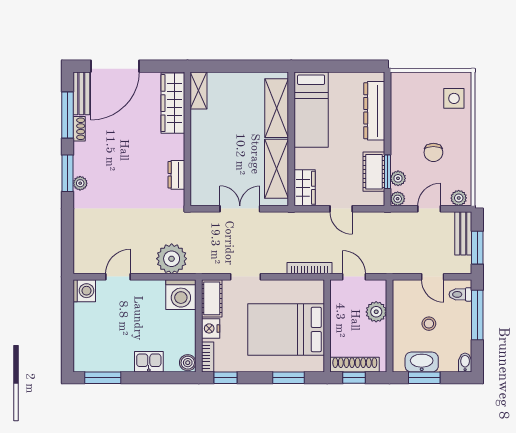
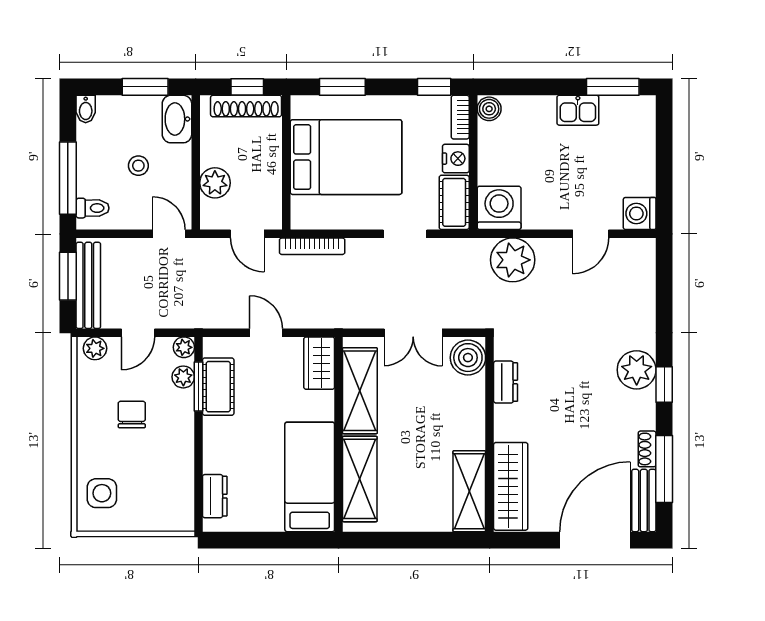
shelving: (199, 90) -> (469, 491), width x1.50, depth x1.33
dresser: (374, 111) -> (215, 496), width x0.51, depth x0.80
window: (67, 173) -> (664, 384), width x0.67
plant: (80, 183) -> (637, 370), width x1.87, depth x1.87
boiler: (202, 192) -> (468, 358), added
bench: (463, 233) -> (88, 285), width x1.36
door: (433, 277) -> (169, 234), moved
kitchen sink: (149, 362) -> (578, 110), moved
washbasin: (422, 362) -> (177, 119), moved, turned 90

